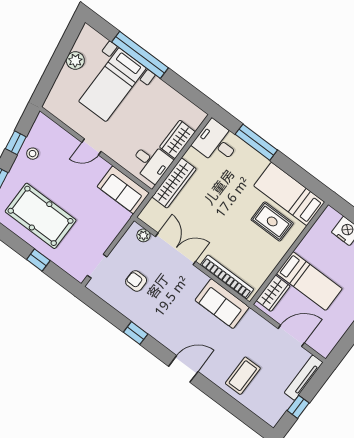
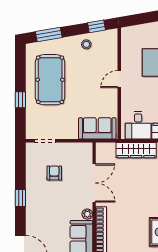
window: (16, 143) -> (97, 26), moved
door: (91, 147) -> (119, 79), hinge flipped
sofa: (123, 190) -> (97, 128), moved, turned 90
plant: (143, 235) -> (87, 214), moved

